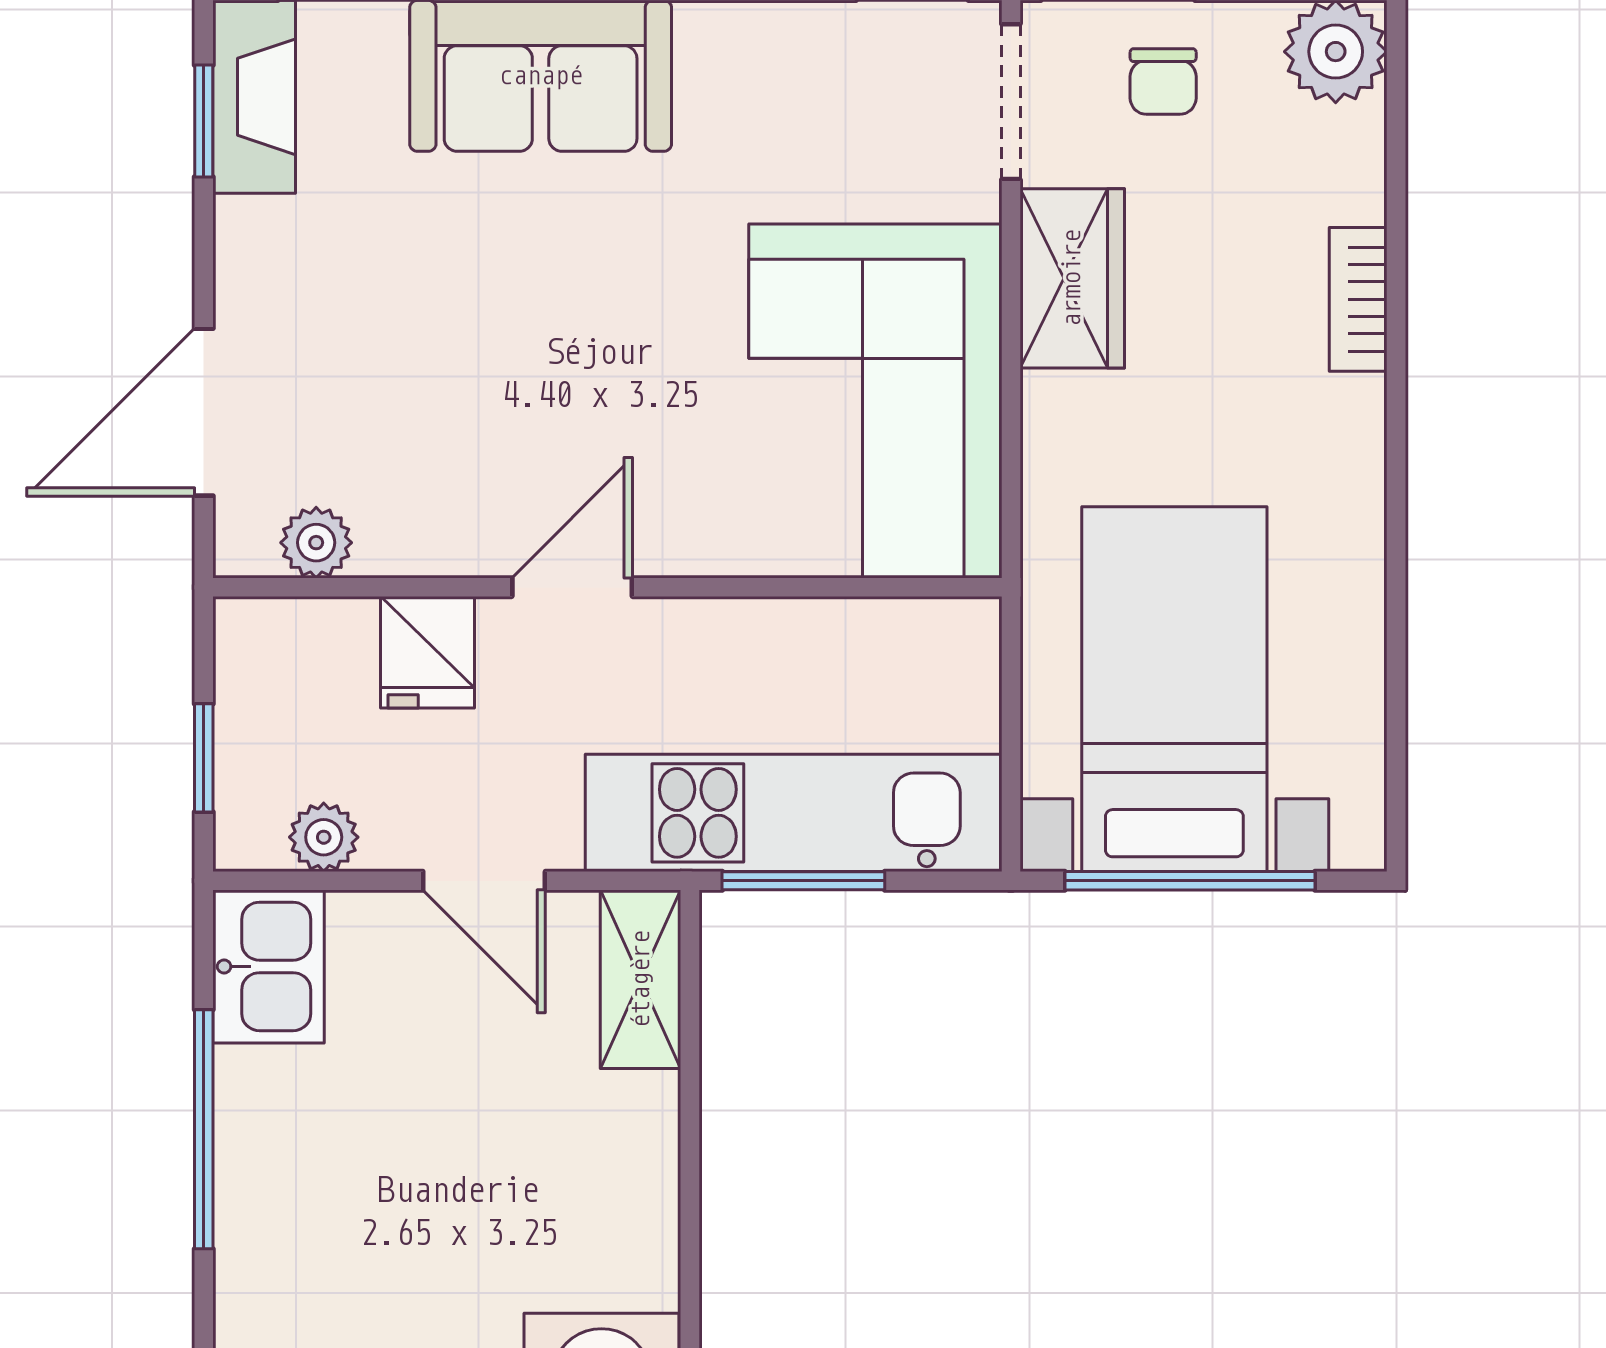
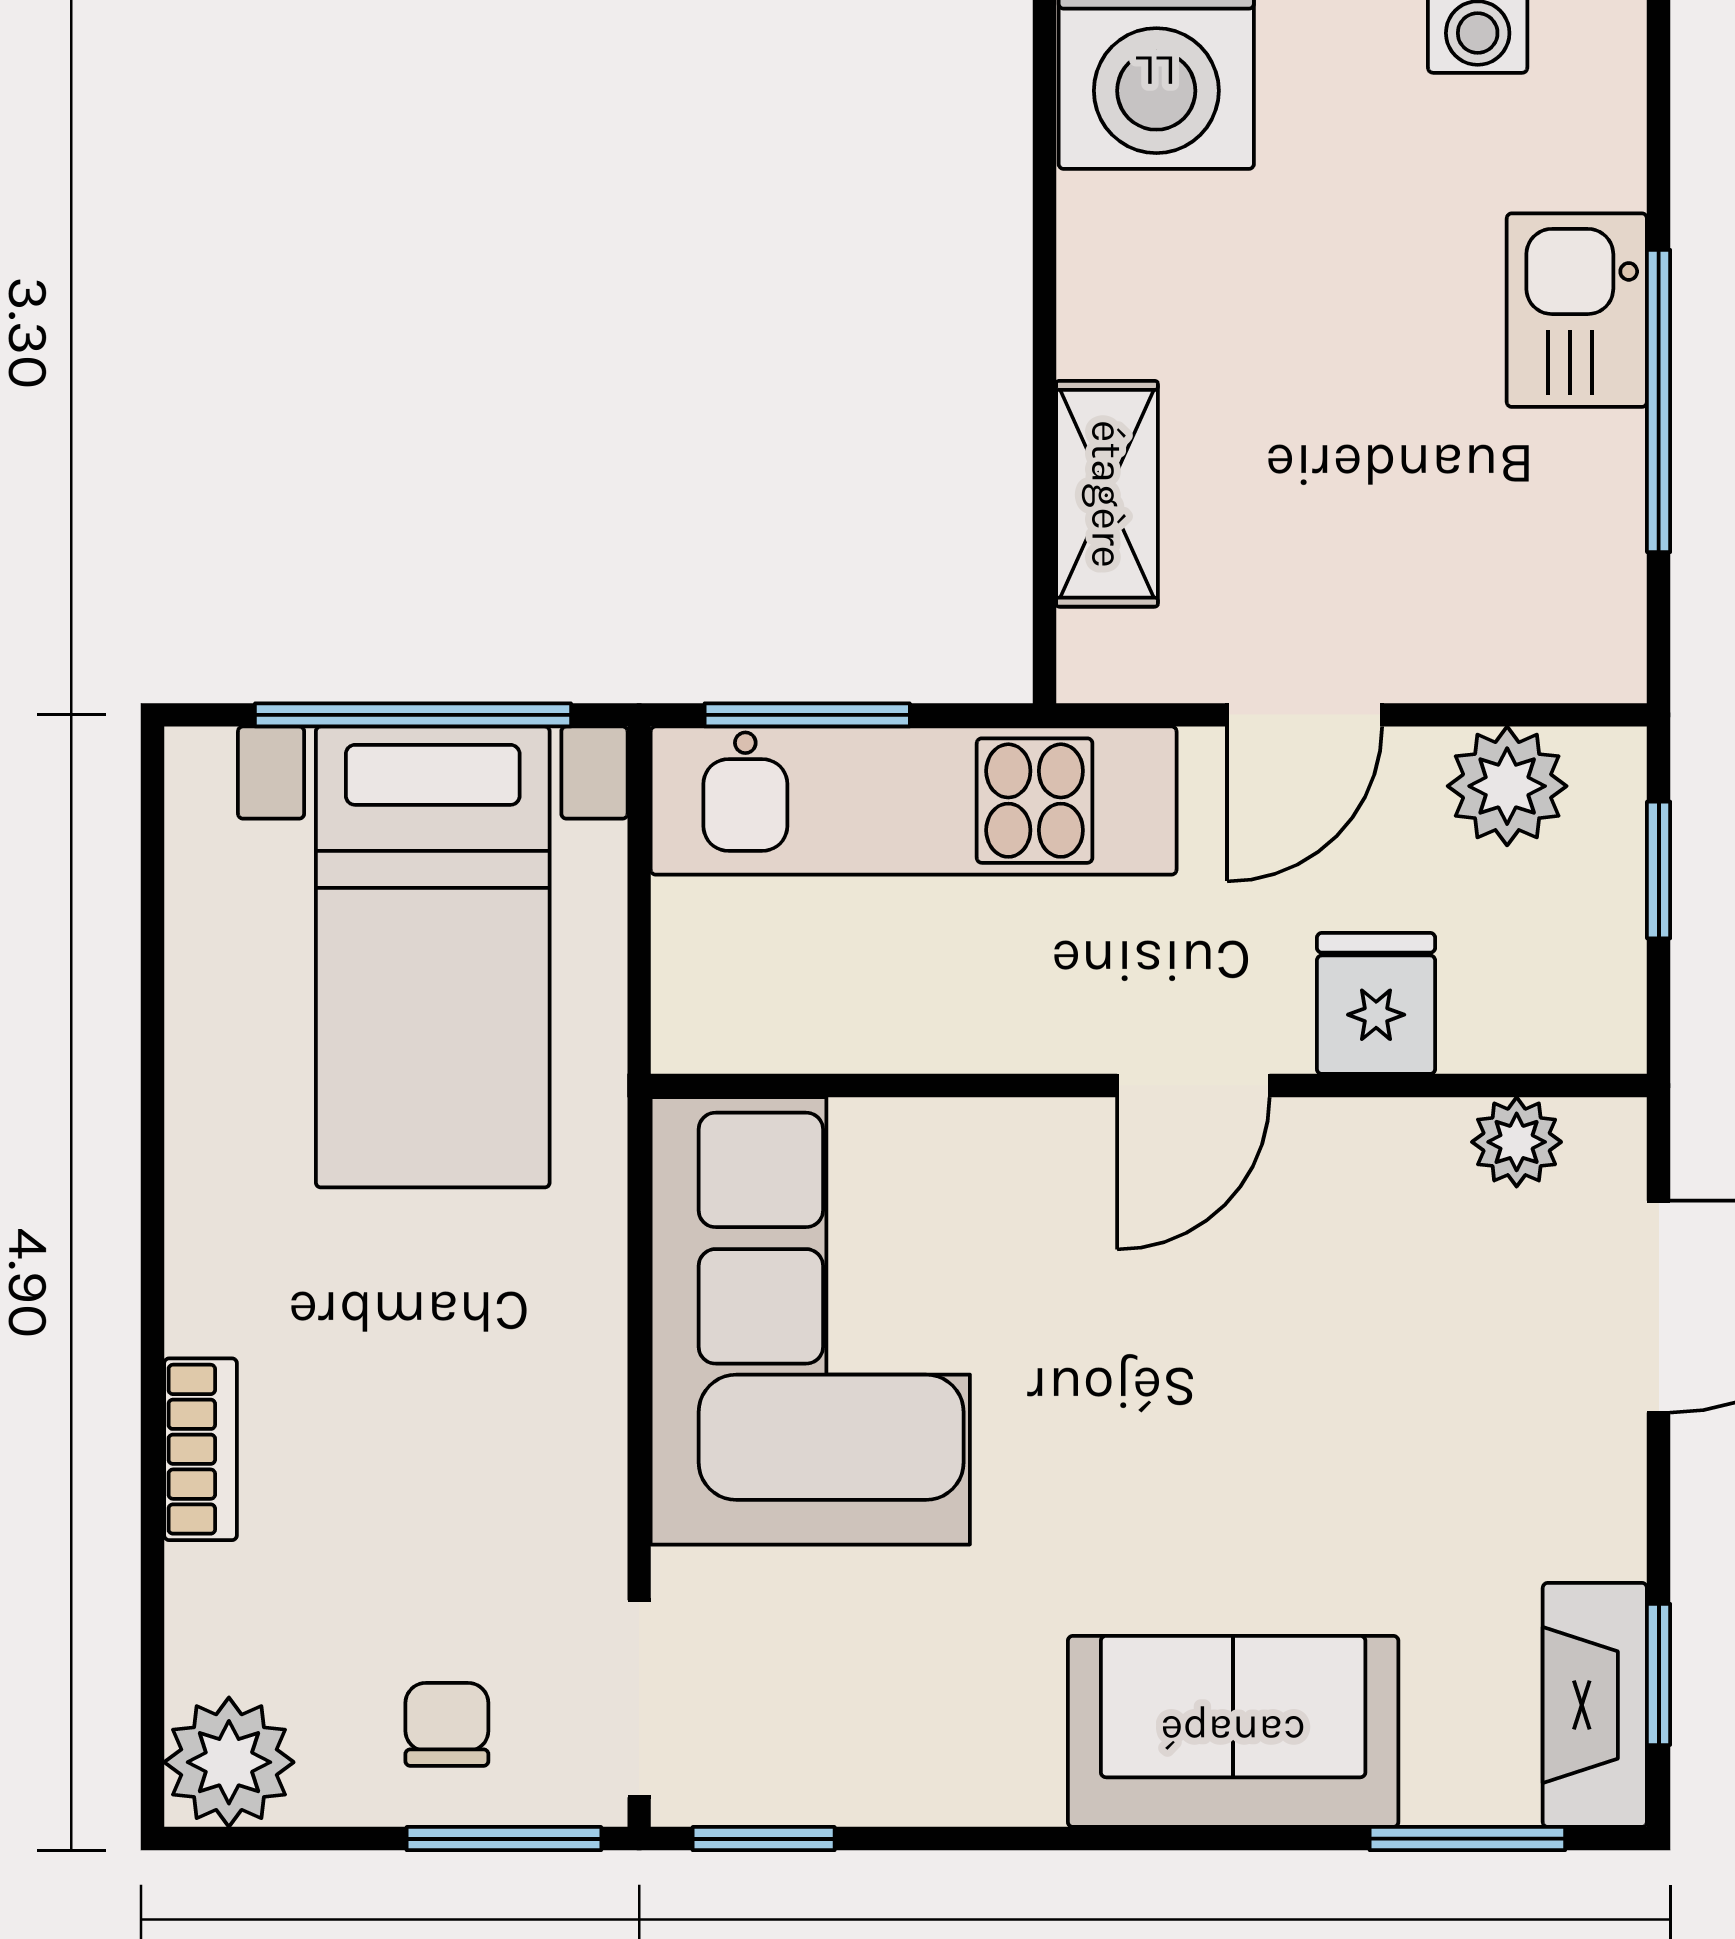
wardrobe: (1072, 278) -> (562, 1476), removed
plant: (324, 837) -> (1507, 786), width x1.38, depth x1.38
door: (484, 881) -> (1305, 715), swing flipped
window: (803, 881) -> (807, 715), moved
kitchen sink: (268, 966) -> (1577, 310), moved
shelving: (641, 979) -> (1107, 494), moved

